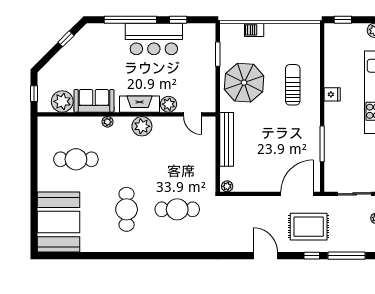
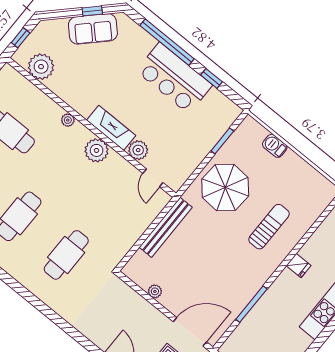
sofa: (94, 101) -> (93, 29), moved, turned 135
plant: (227, 186) -> (155, 291), moved
cafe table: (177, 209) -> (66, 255), turned 90

